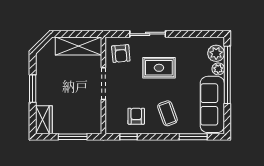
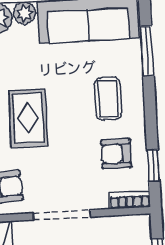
coffee table: (167, 113) -> (108, 99), turned -70
bookcase: (110, 122) -> (130, 200), added

